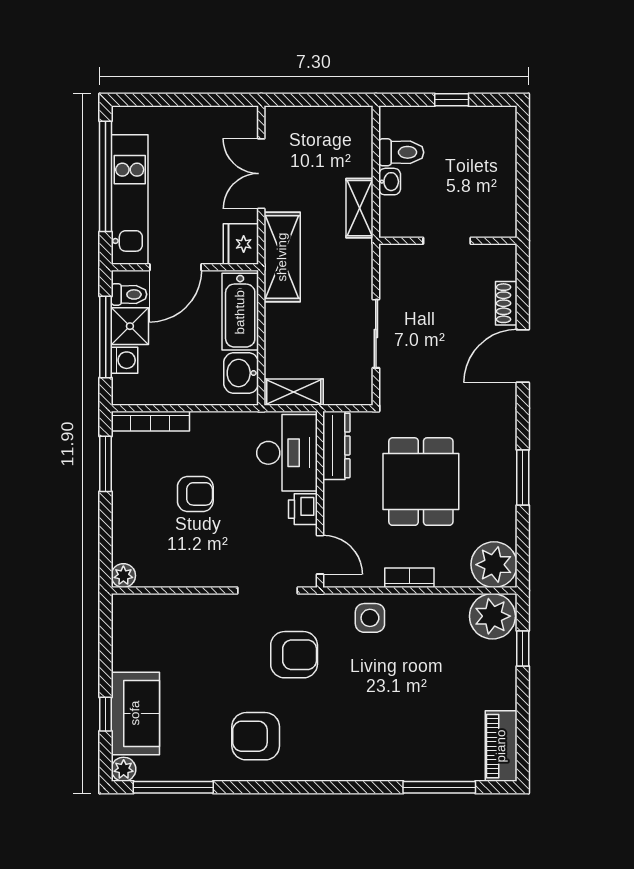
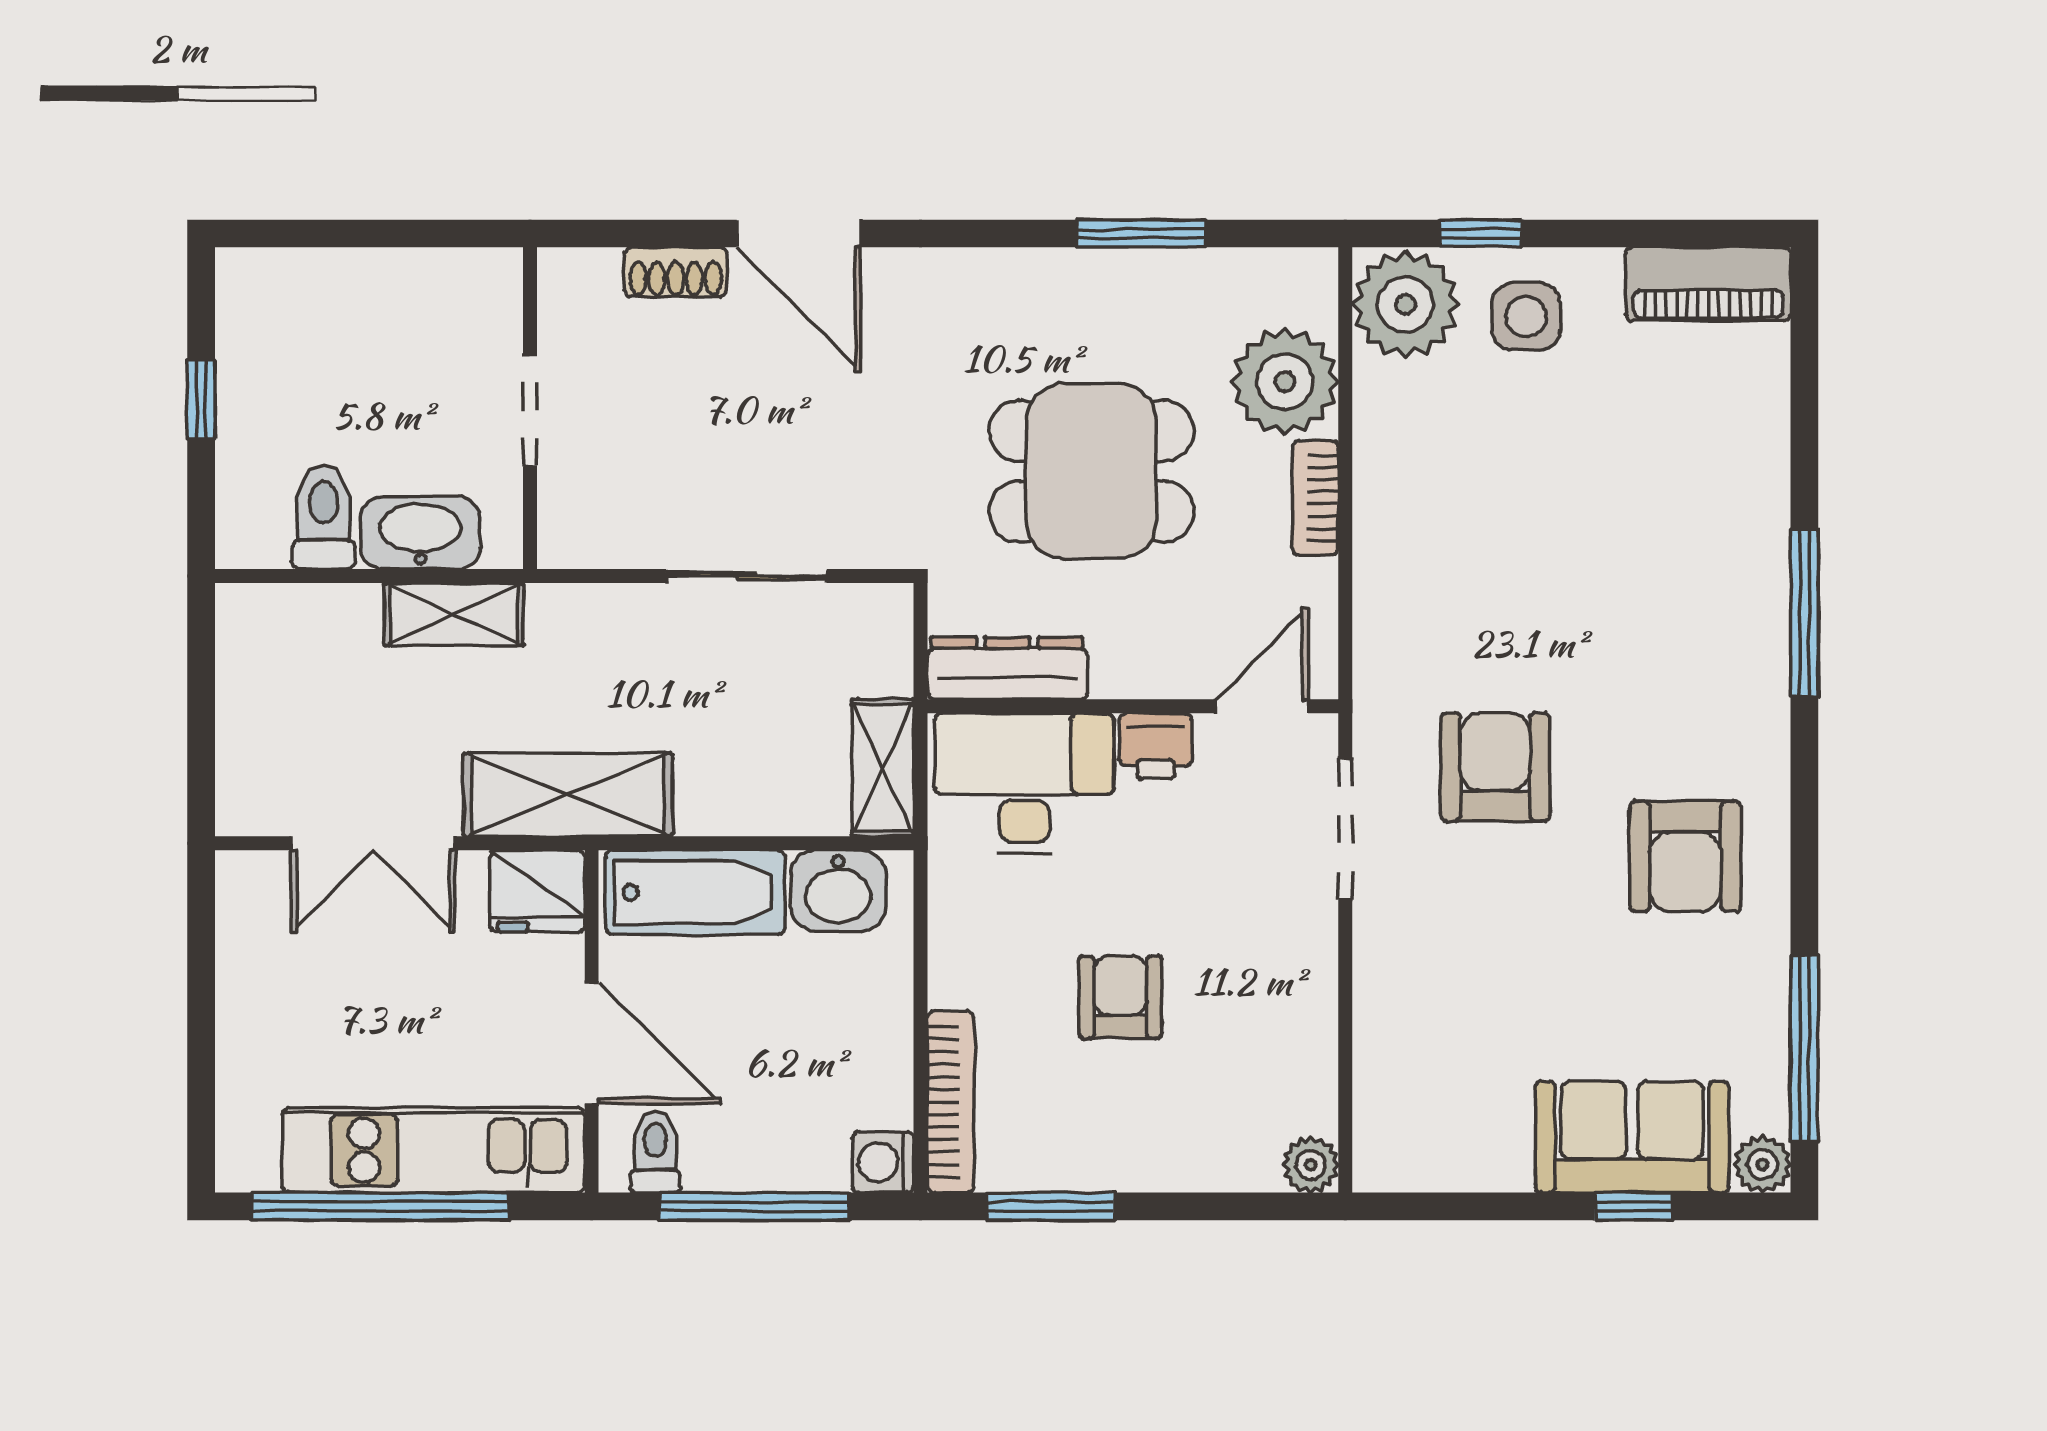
washbasin: (390, 182) -> (420, 533), width x1.91, depth x1.45
shower: (130, 326) -> (729, 1150), removed
washing machine: (125, 360) -> (883, 1162), moved, turned -90
window: (523, 477) -> (1141, 233), moved
plant: (494, 565) -> (1285, 382), moved
side table: (370, 618) -> (1526, 316), moved
window: (439, 787) -> (1804, 613), moved

